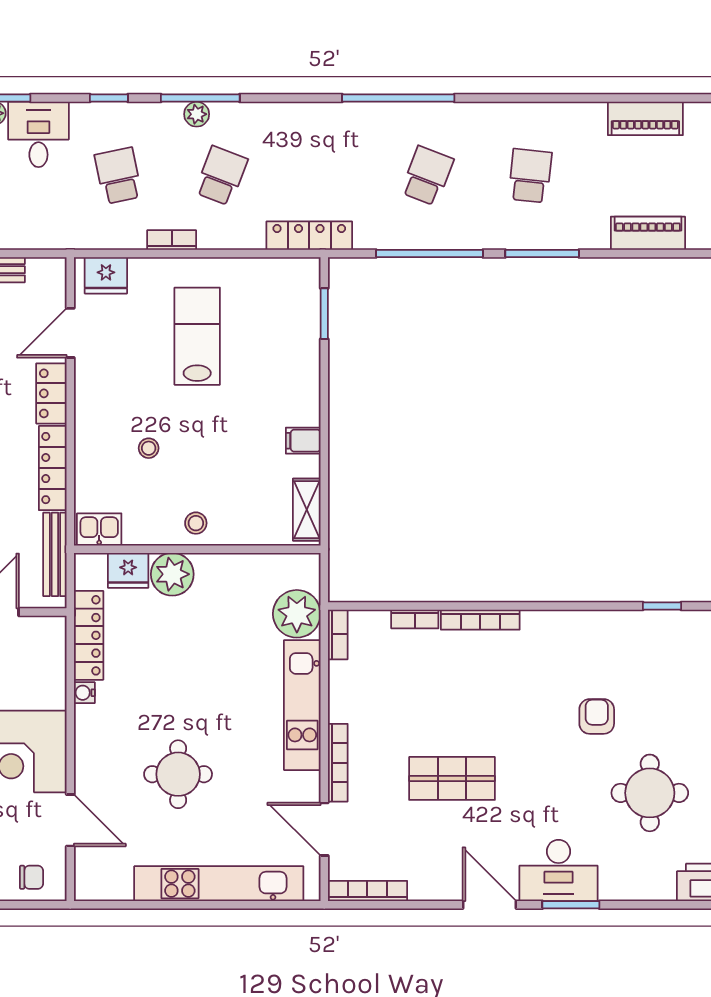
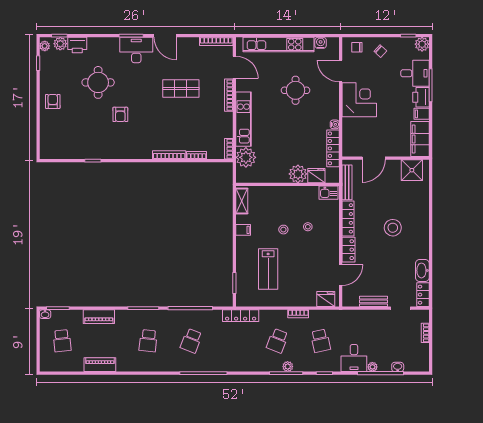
lab bench: (197, 336) -> (268, 269), moved
stool: (196, 523) -> (283, 230), moved
water cooler: (118, 888) -> (321, 43), added

